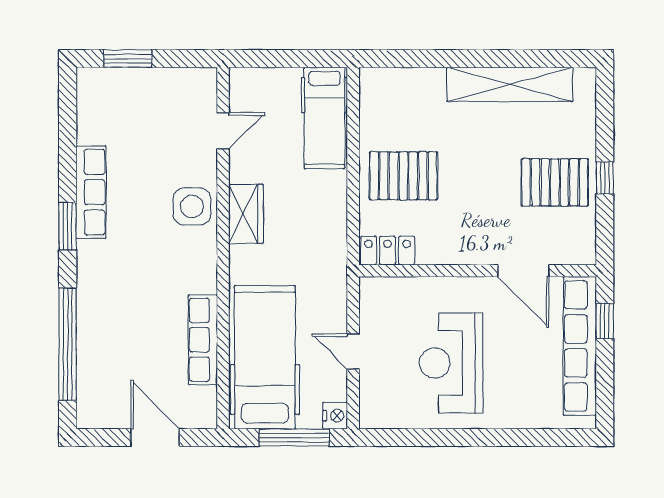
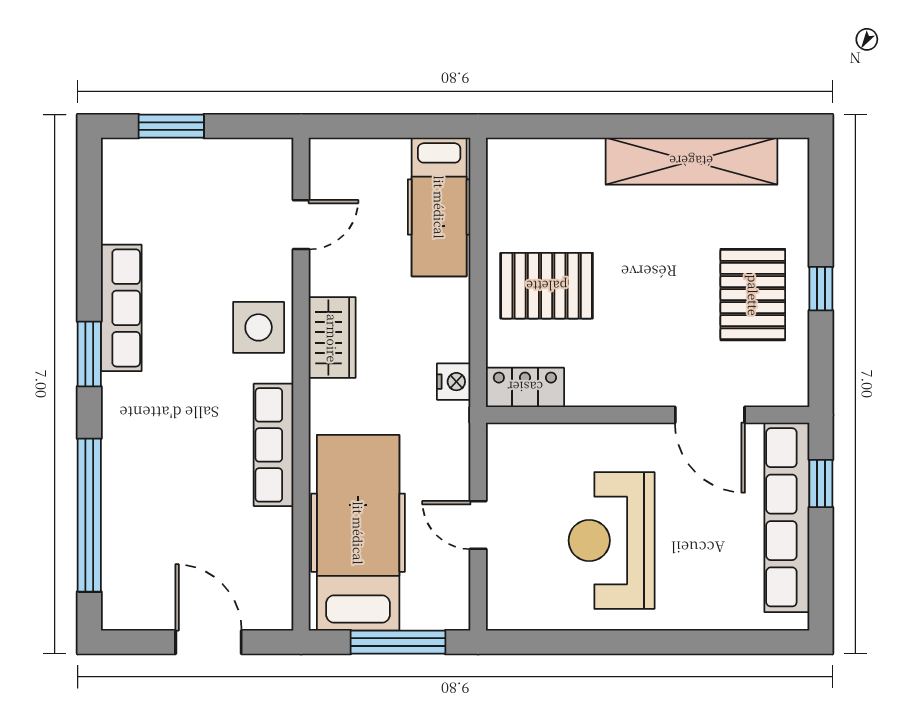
pallet: (555, 182) -> (753, 295), turned 90
row of seats: (203, 340) -> (274, 445), moved
nightstand: (335, 416) -> (454, 382), moved

